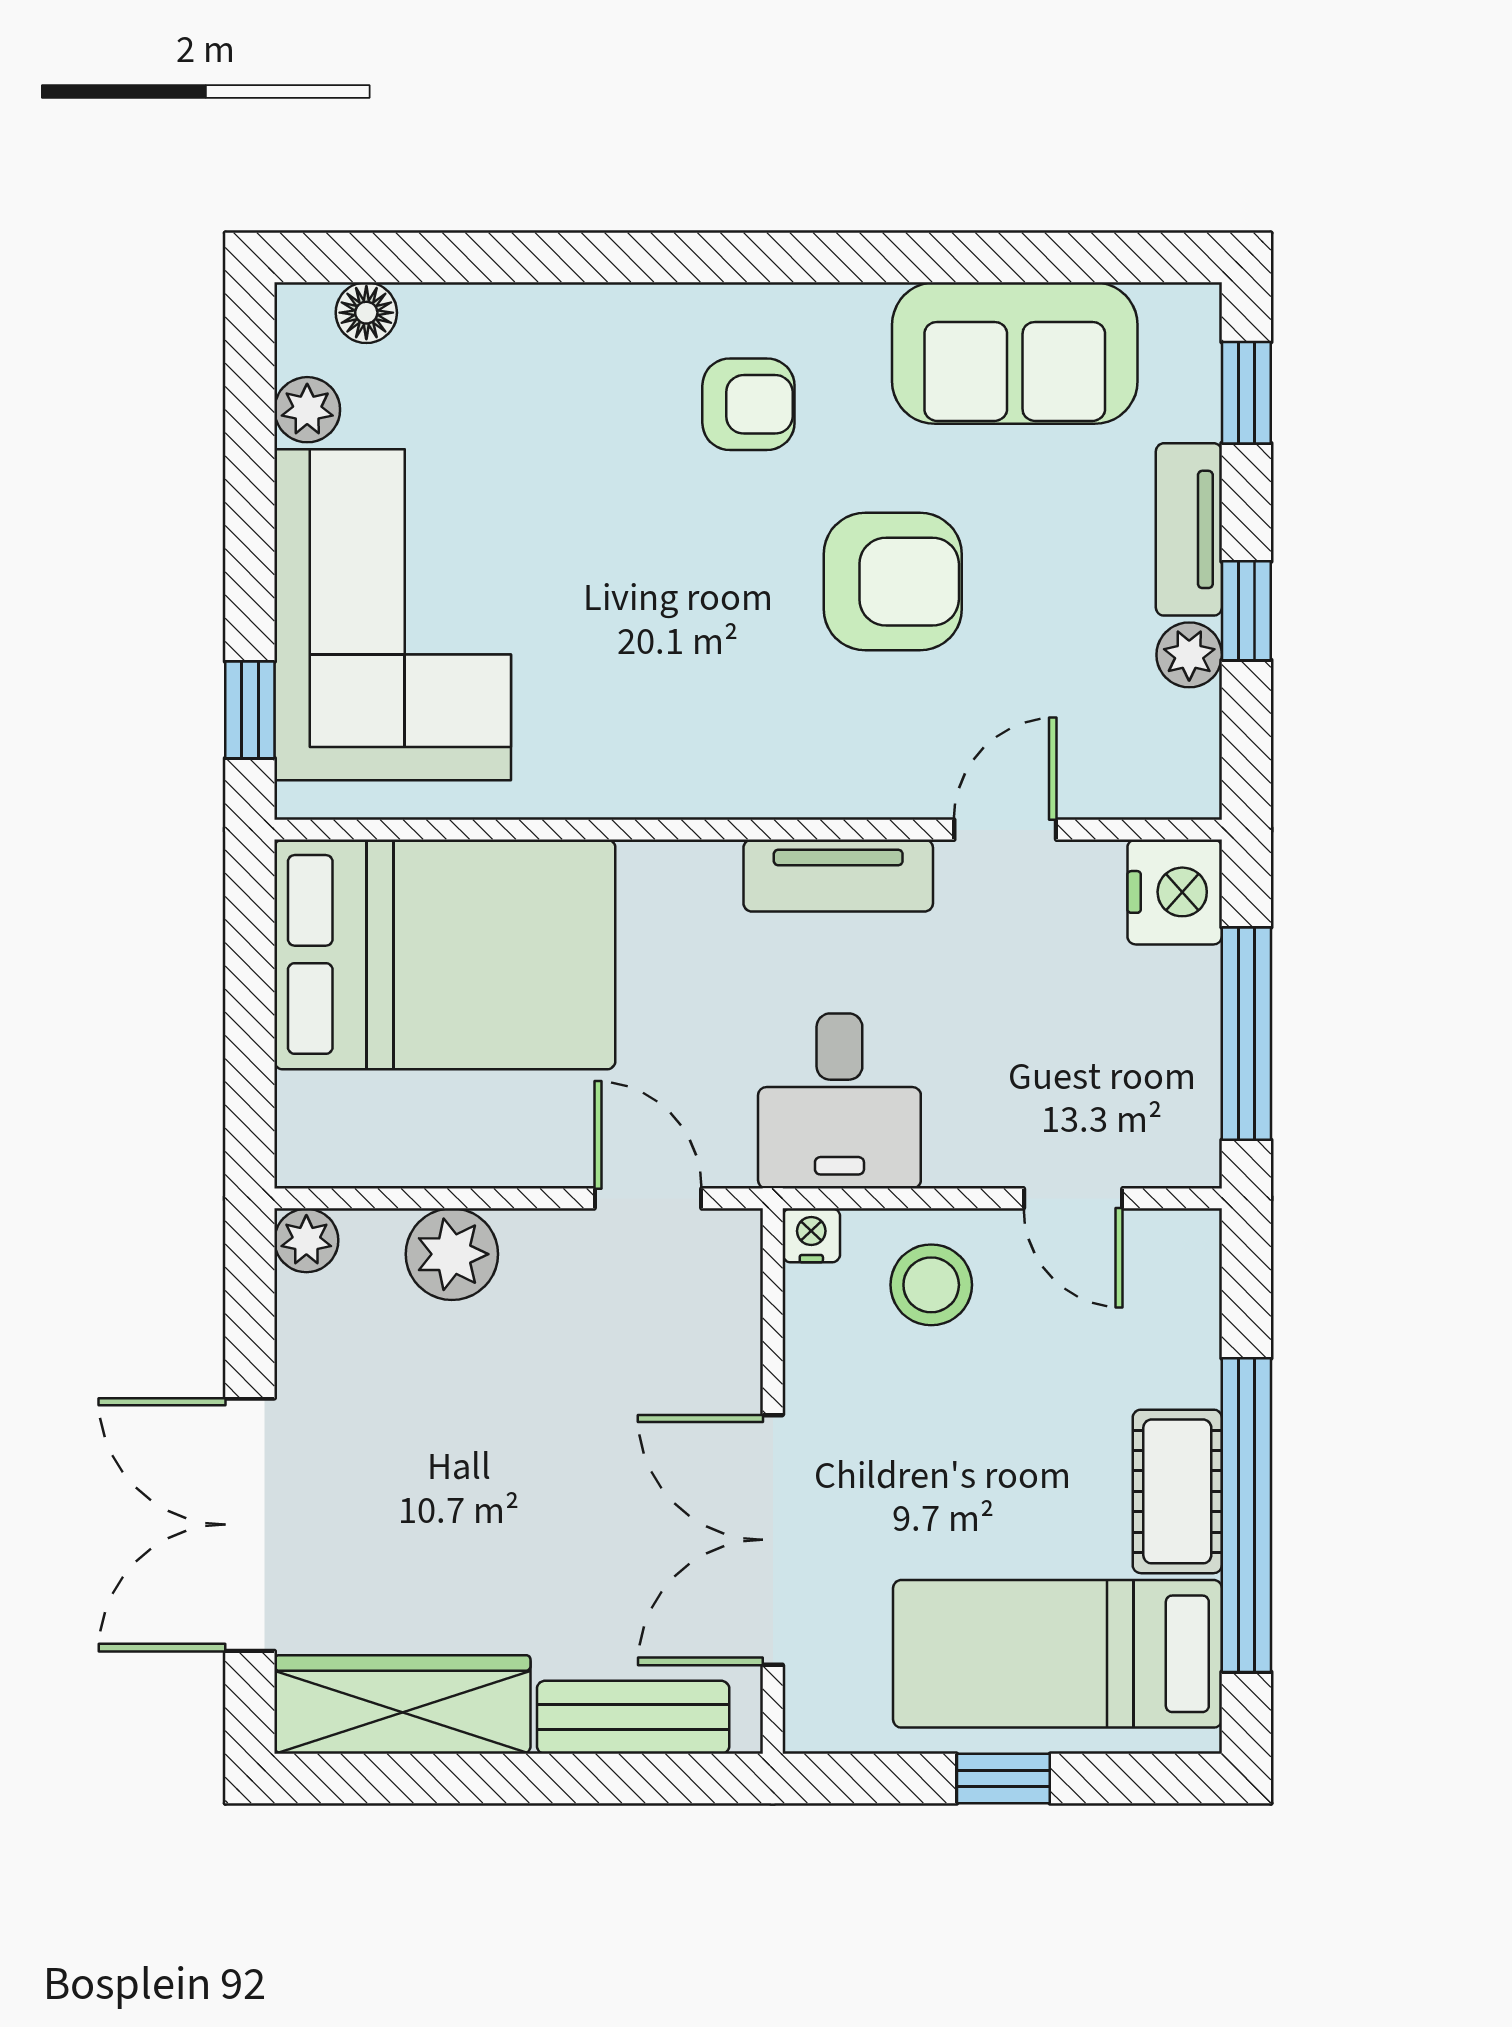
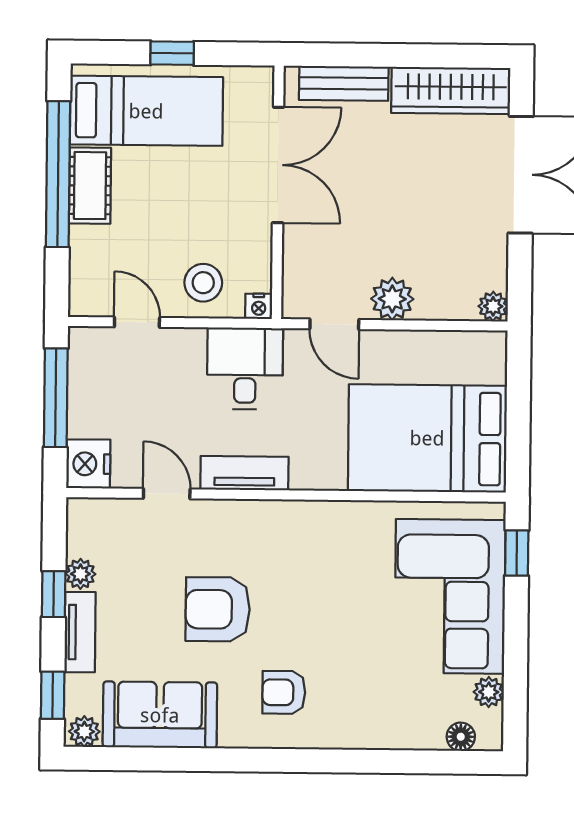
plant: (1177, 316) -> (84, 731), added
door: (1005, 830) -> (167, 494), swing flipped
plant: (452, 1254) -> (392, 299), moved

